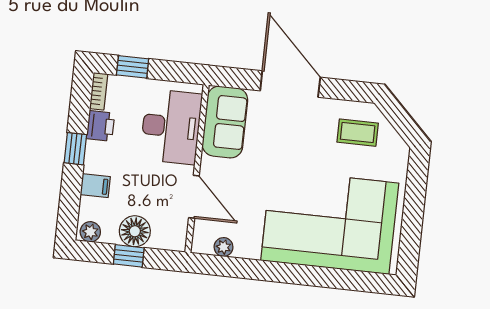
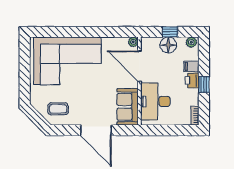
window: (133, 67) -> (179, 130), removed
printer: (100, 126) -> (192, 80), moved
door: (194, 197) -> (139, 66), width x1.36
plant: (224, 247) -> (133, 42), moved

